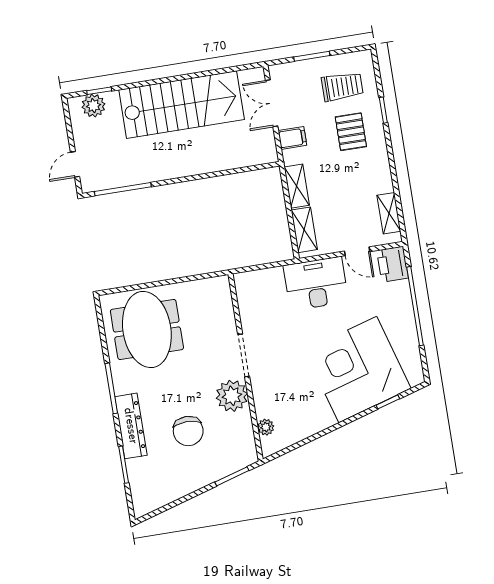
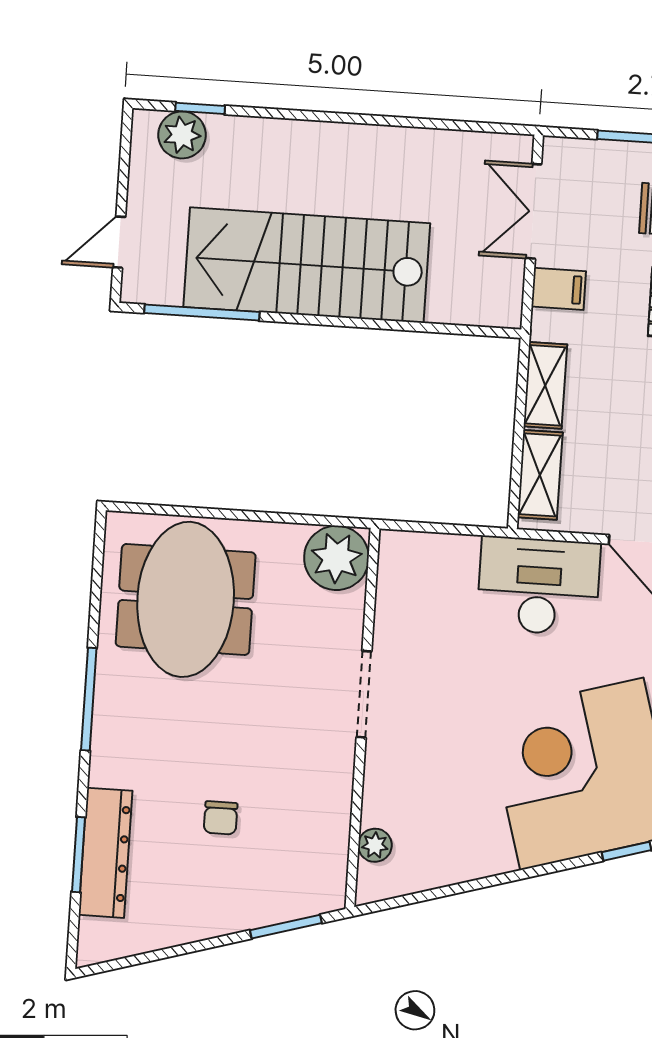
stairs: (182, 105) -> (307, 265), moved, turned 180
plant: (232, 396) -> (336, 558), moved
dresser: (131, 426) -> (106, 853), moved
chair: (188, 431) -> (221, 818), width x0.54, depth x0.54

